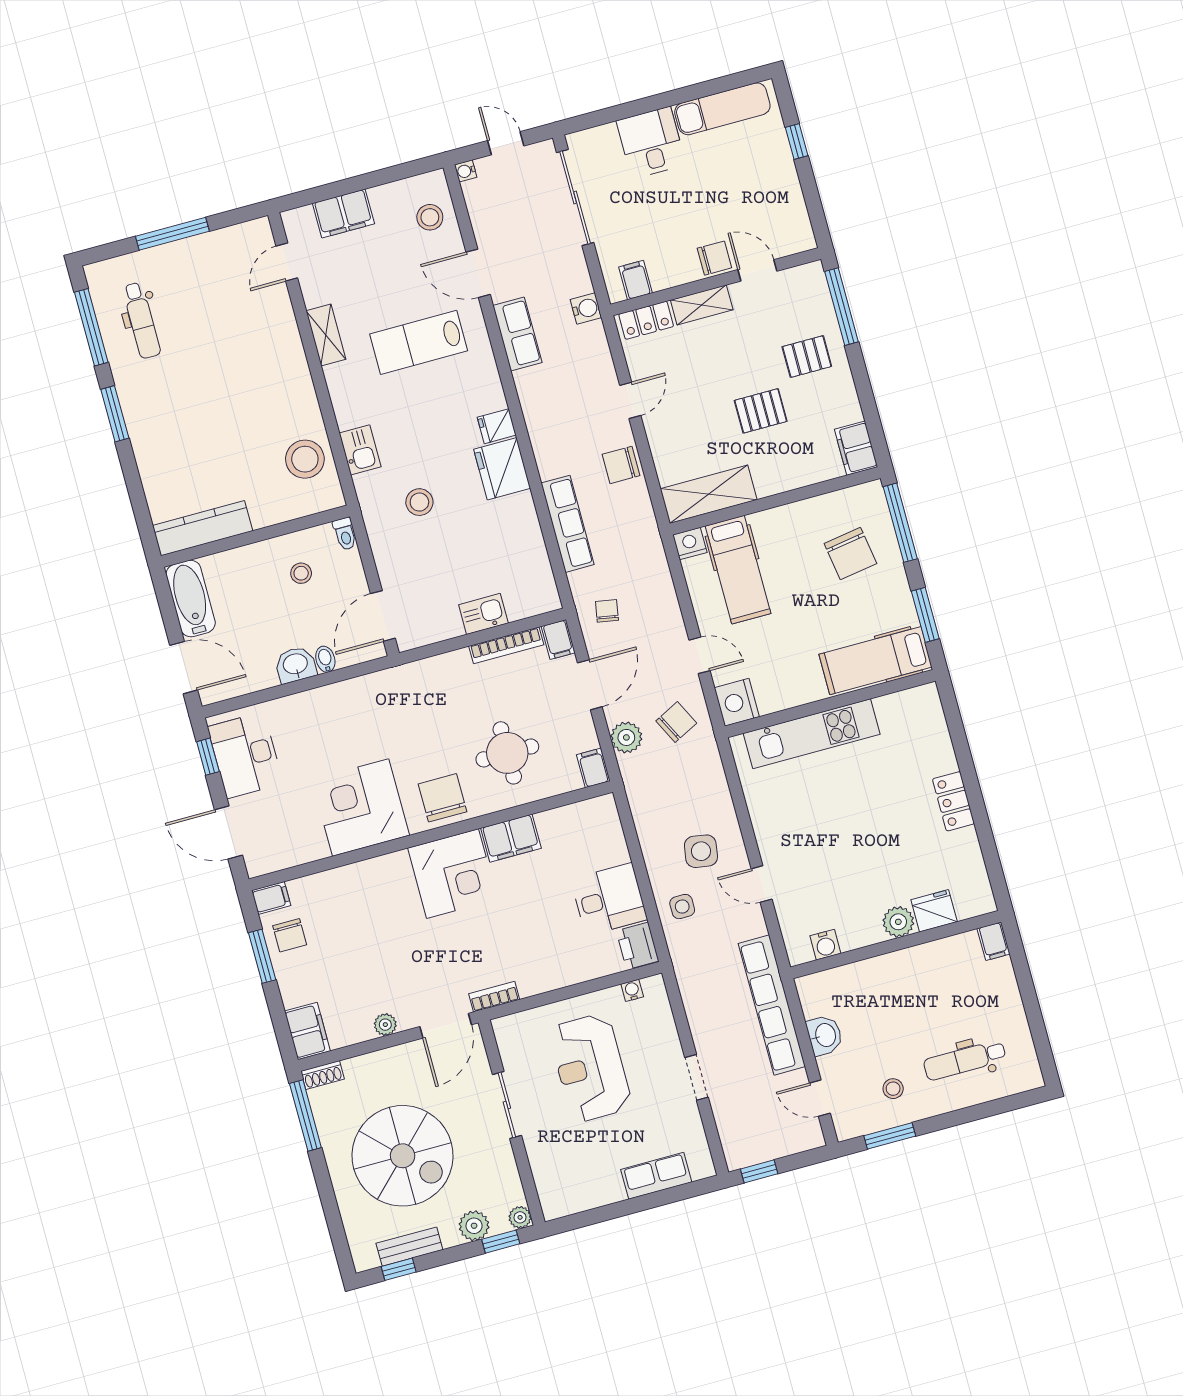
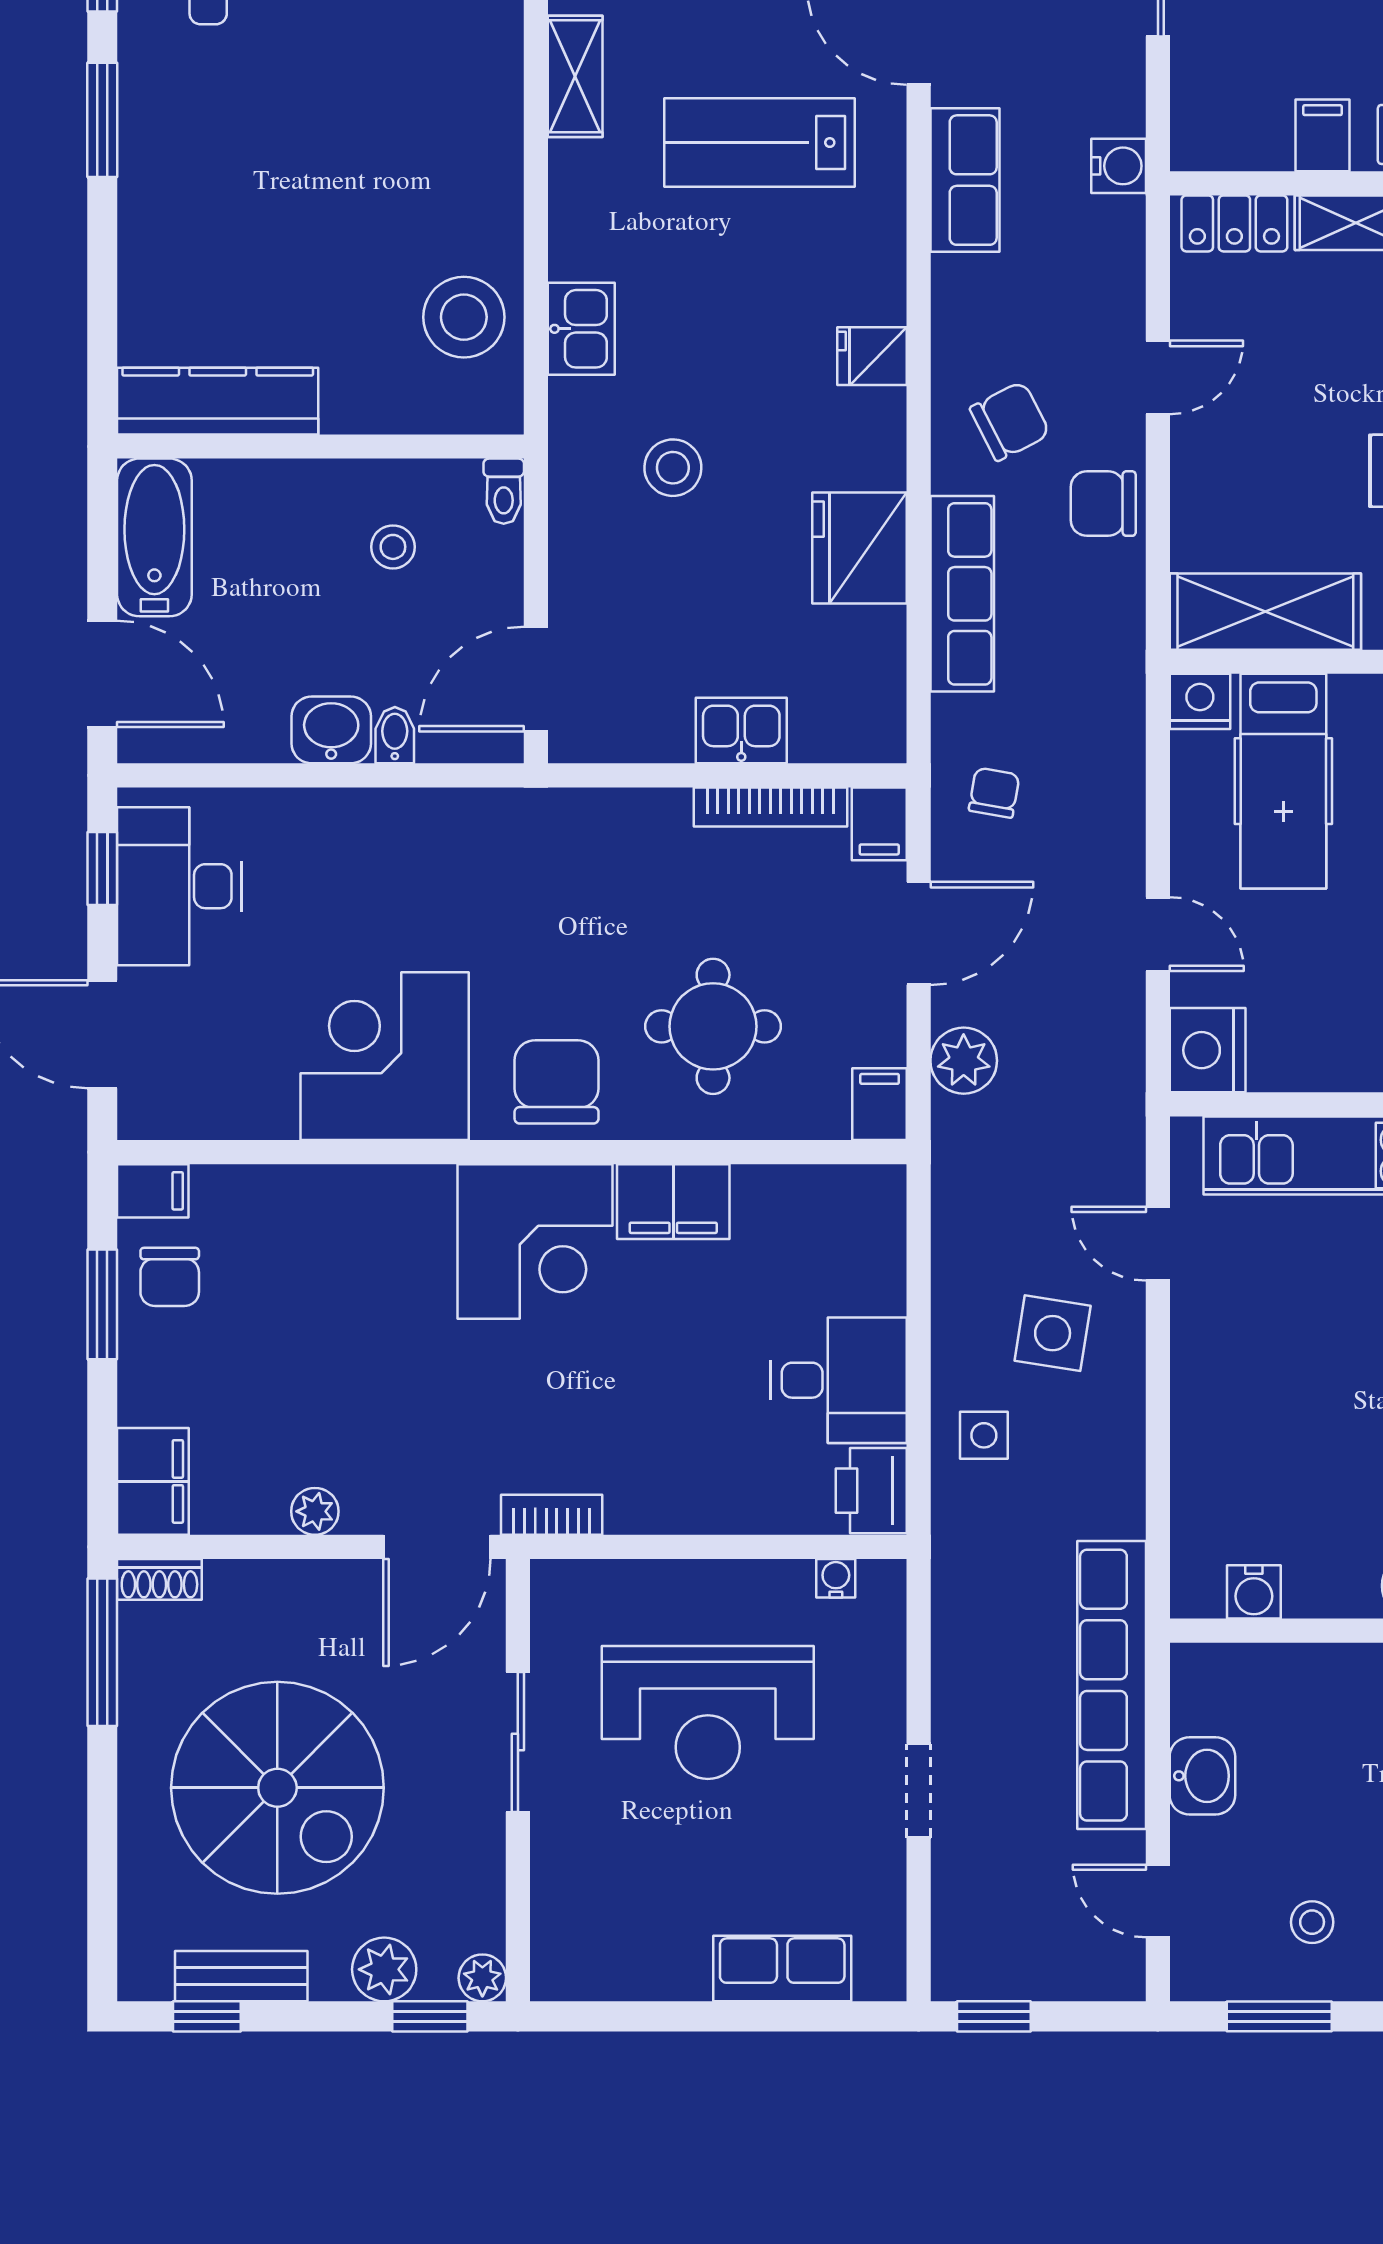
filing cabinet: (636, 280) -> (1323, 135), moved
fridge: (502, 469) -> (859, 548), moved
chair: (676, 722) -> (1010, 421), moved
door: (762, 884) -> (1158, 1244), moved
reception desk: (590, 1068) -> (708, 1713), turned -90

